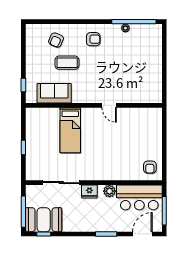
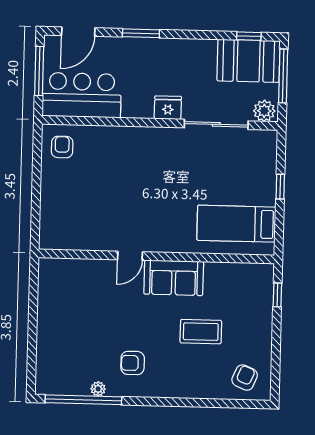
armchair: (93, 39) -> (133, 363), moved
armchair: (56, 40) -> (245, 378), moved
sofa: (54, 93) -> (174, 278), moved
door: (109, 105) -> (130, 256), swing flipped
bed: (70, 130) -> (236, 224), moved, turned -90
plant: (109, 191) -> (264, 111), moved

